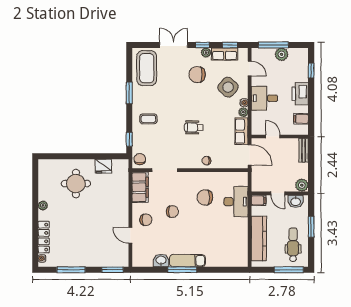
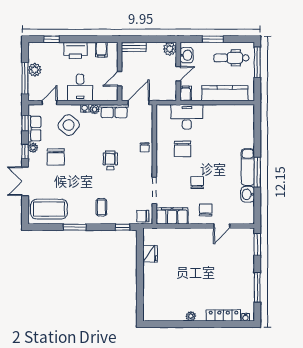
wheelchair: (194, 127) -> (110, 160), turned 180
round table: (76, 184) -> (168, 282), removed

